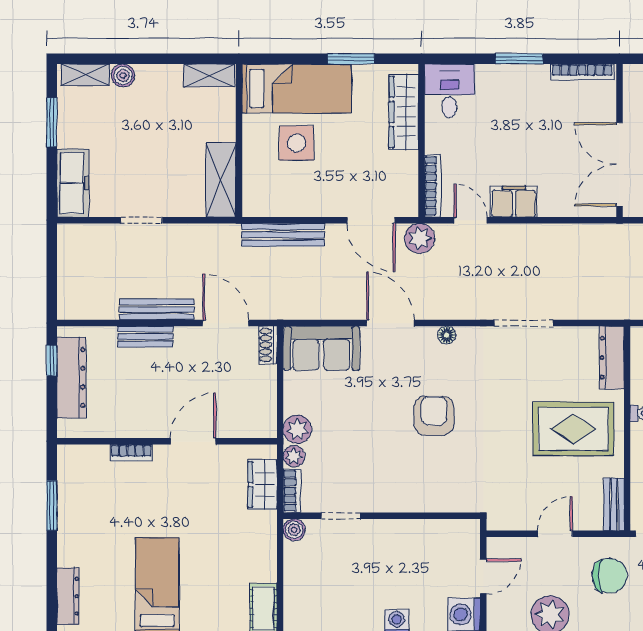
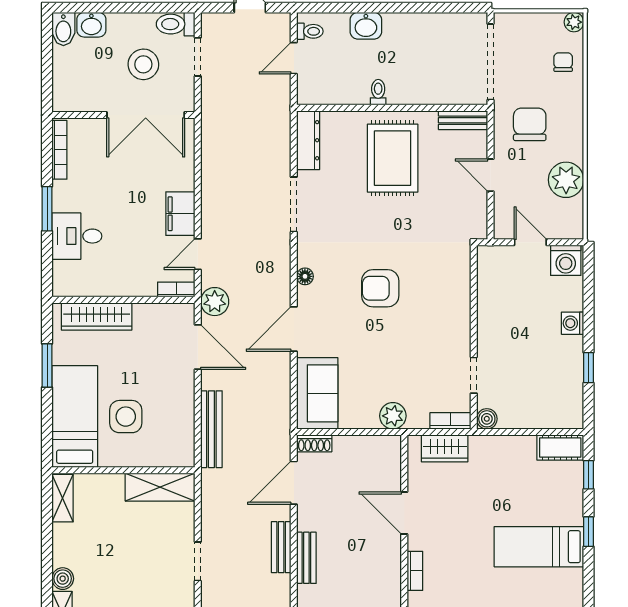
desk: (449, 91) -> (77, 236), moved
bookcase: (433, 186) -> (176, 290), width x0.64
door: (371, 220) -> (198, 347), hinge flipped
bench: (157, 309) -> (281, 547), width x0.73
dresser: (612, 358) -> (308, 140), moved, turned -90
plant: (294, 456) -> (418, 419), removed

